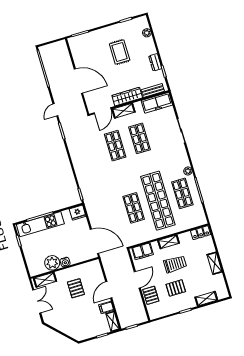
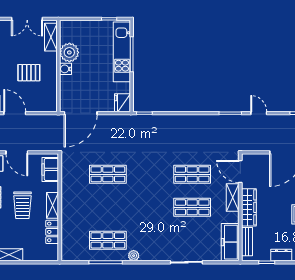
shop shelf: (158, 201) -> (108, 207), removed
locker: (200, 233) -> (52, 232), moved

